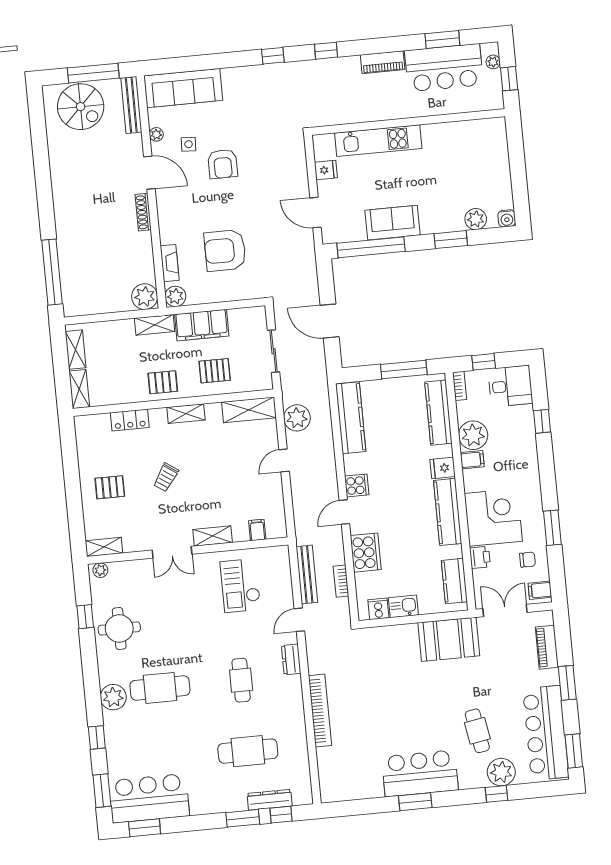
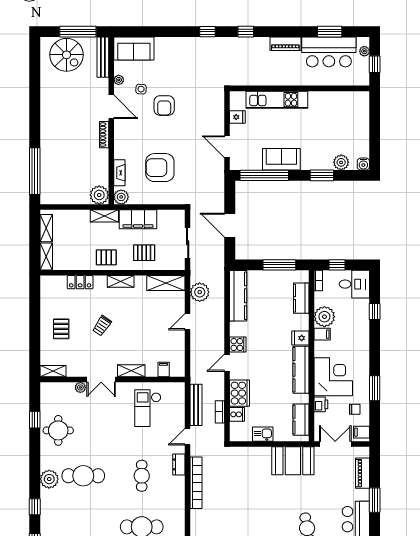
sofa: (183, 88) -> (134, 49), width x0.73
kitchen counter: (438, 413) -> (301, 298), width x0.67
pallet: (110, 487) -> (61, 329), turned 90
plant: (100, 570) -> (80, 387), moved
cooker: (378, 609) -> (237, 414), moved, turned 90
bookcase: (320, 711) -> (196, 483), moved

